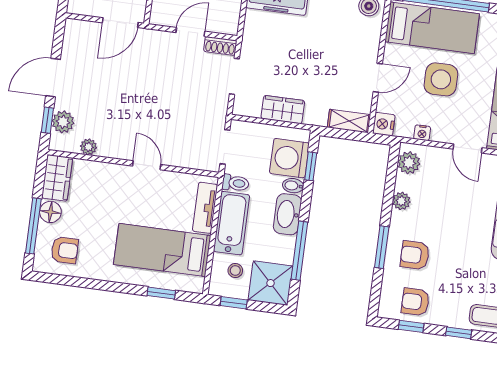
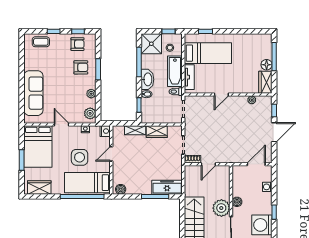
door: (120, 23) -> (256, 164), moved
shelving: (349, 121) -> (135, 130), moved
plant: (63, 122) -> (266, 111), removed
washing machine: (289, 158) -> (150, 108), removed
door: (147, 165) -> (221, 95), hinge flipped
armchair: (65, 250) -> (257, 46), removed

